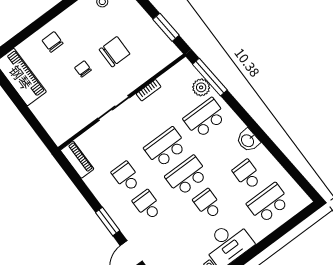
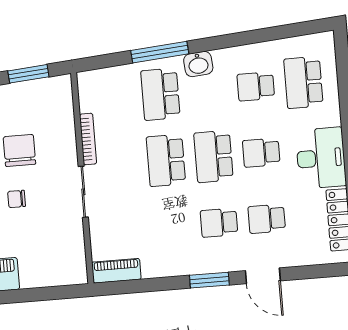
window: (210, 77) -> (160, 52), moved
plant: (201, 87) -> (123, 77), removed
bookcase: (149, 90) -> (88, 139), width x1.56
washbasin: (248, 140) -> (198, 64), moved
school desk: (126, 177) -> (267, 219), moved

